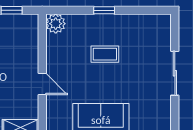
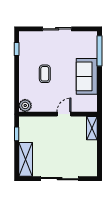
window: (104, 10) -> (17, 49), moved

